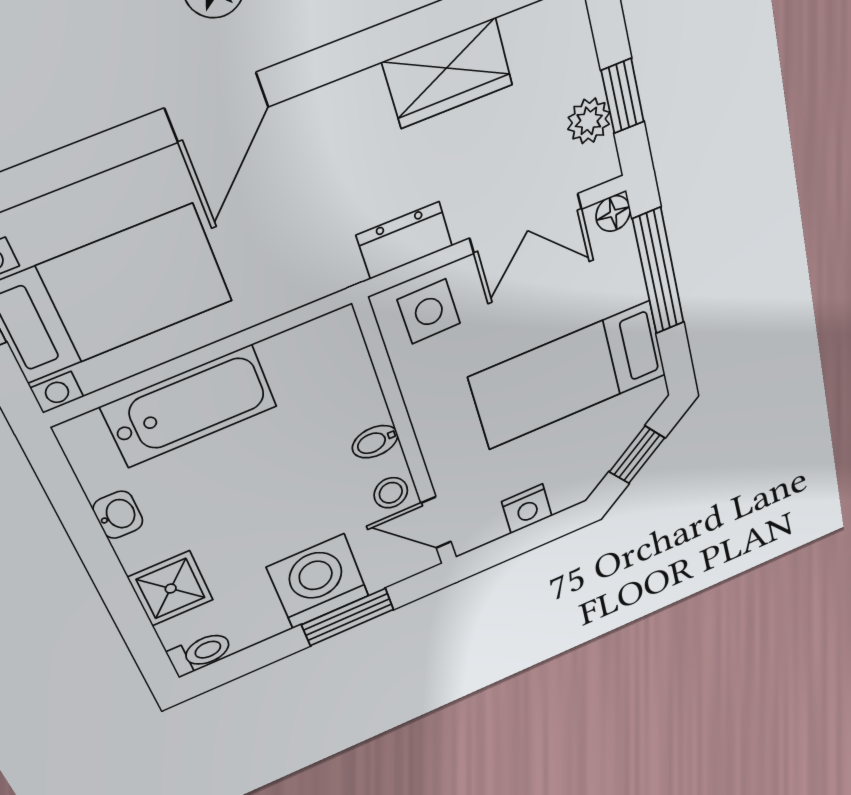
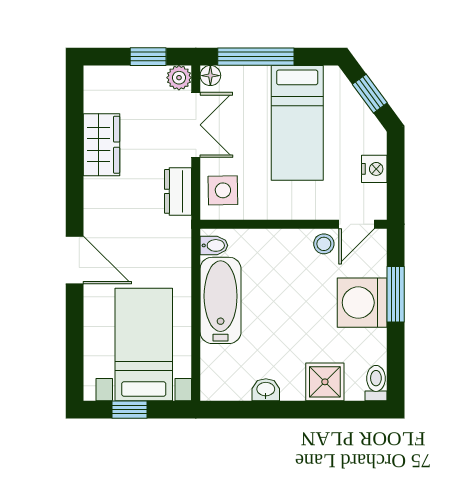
plant: (589, 121) -> (179, 78), moved
bathtub: (189, 406) -> (221, 300), moved
bidet: (375, 442) -> (214, 245), moved, turned -90

